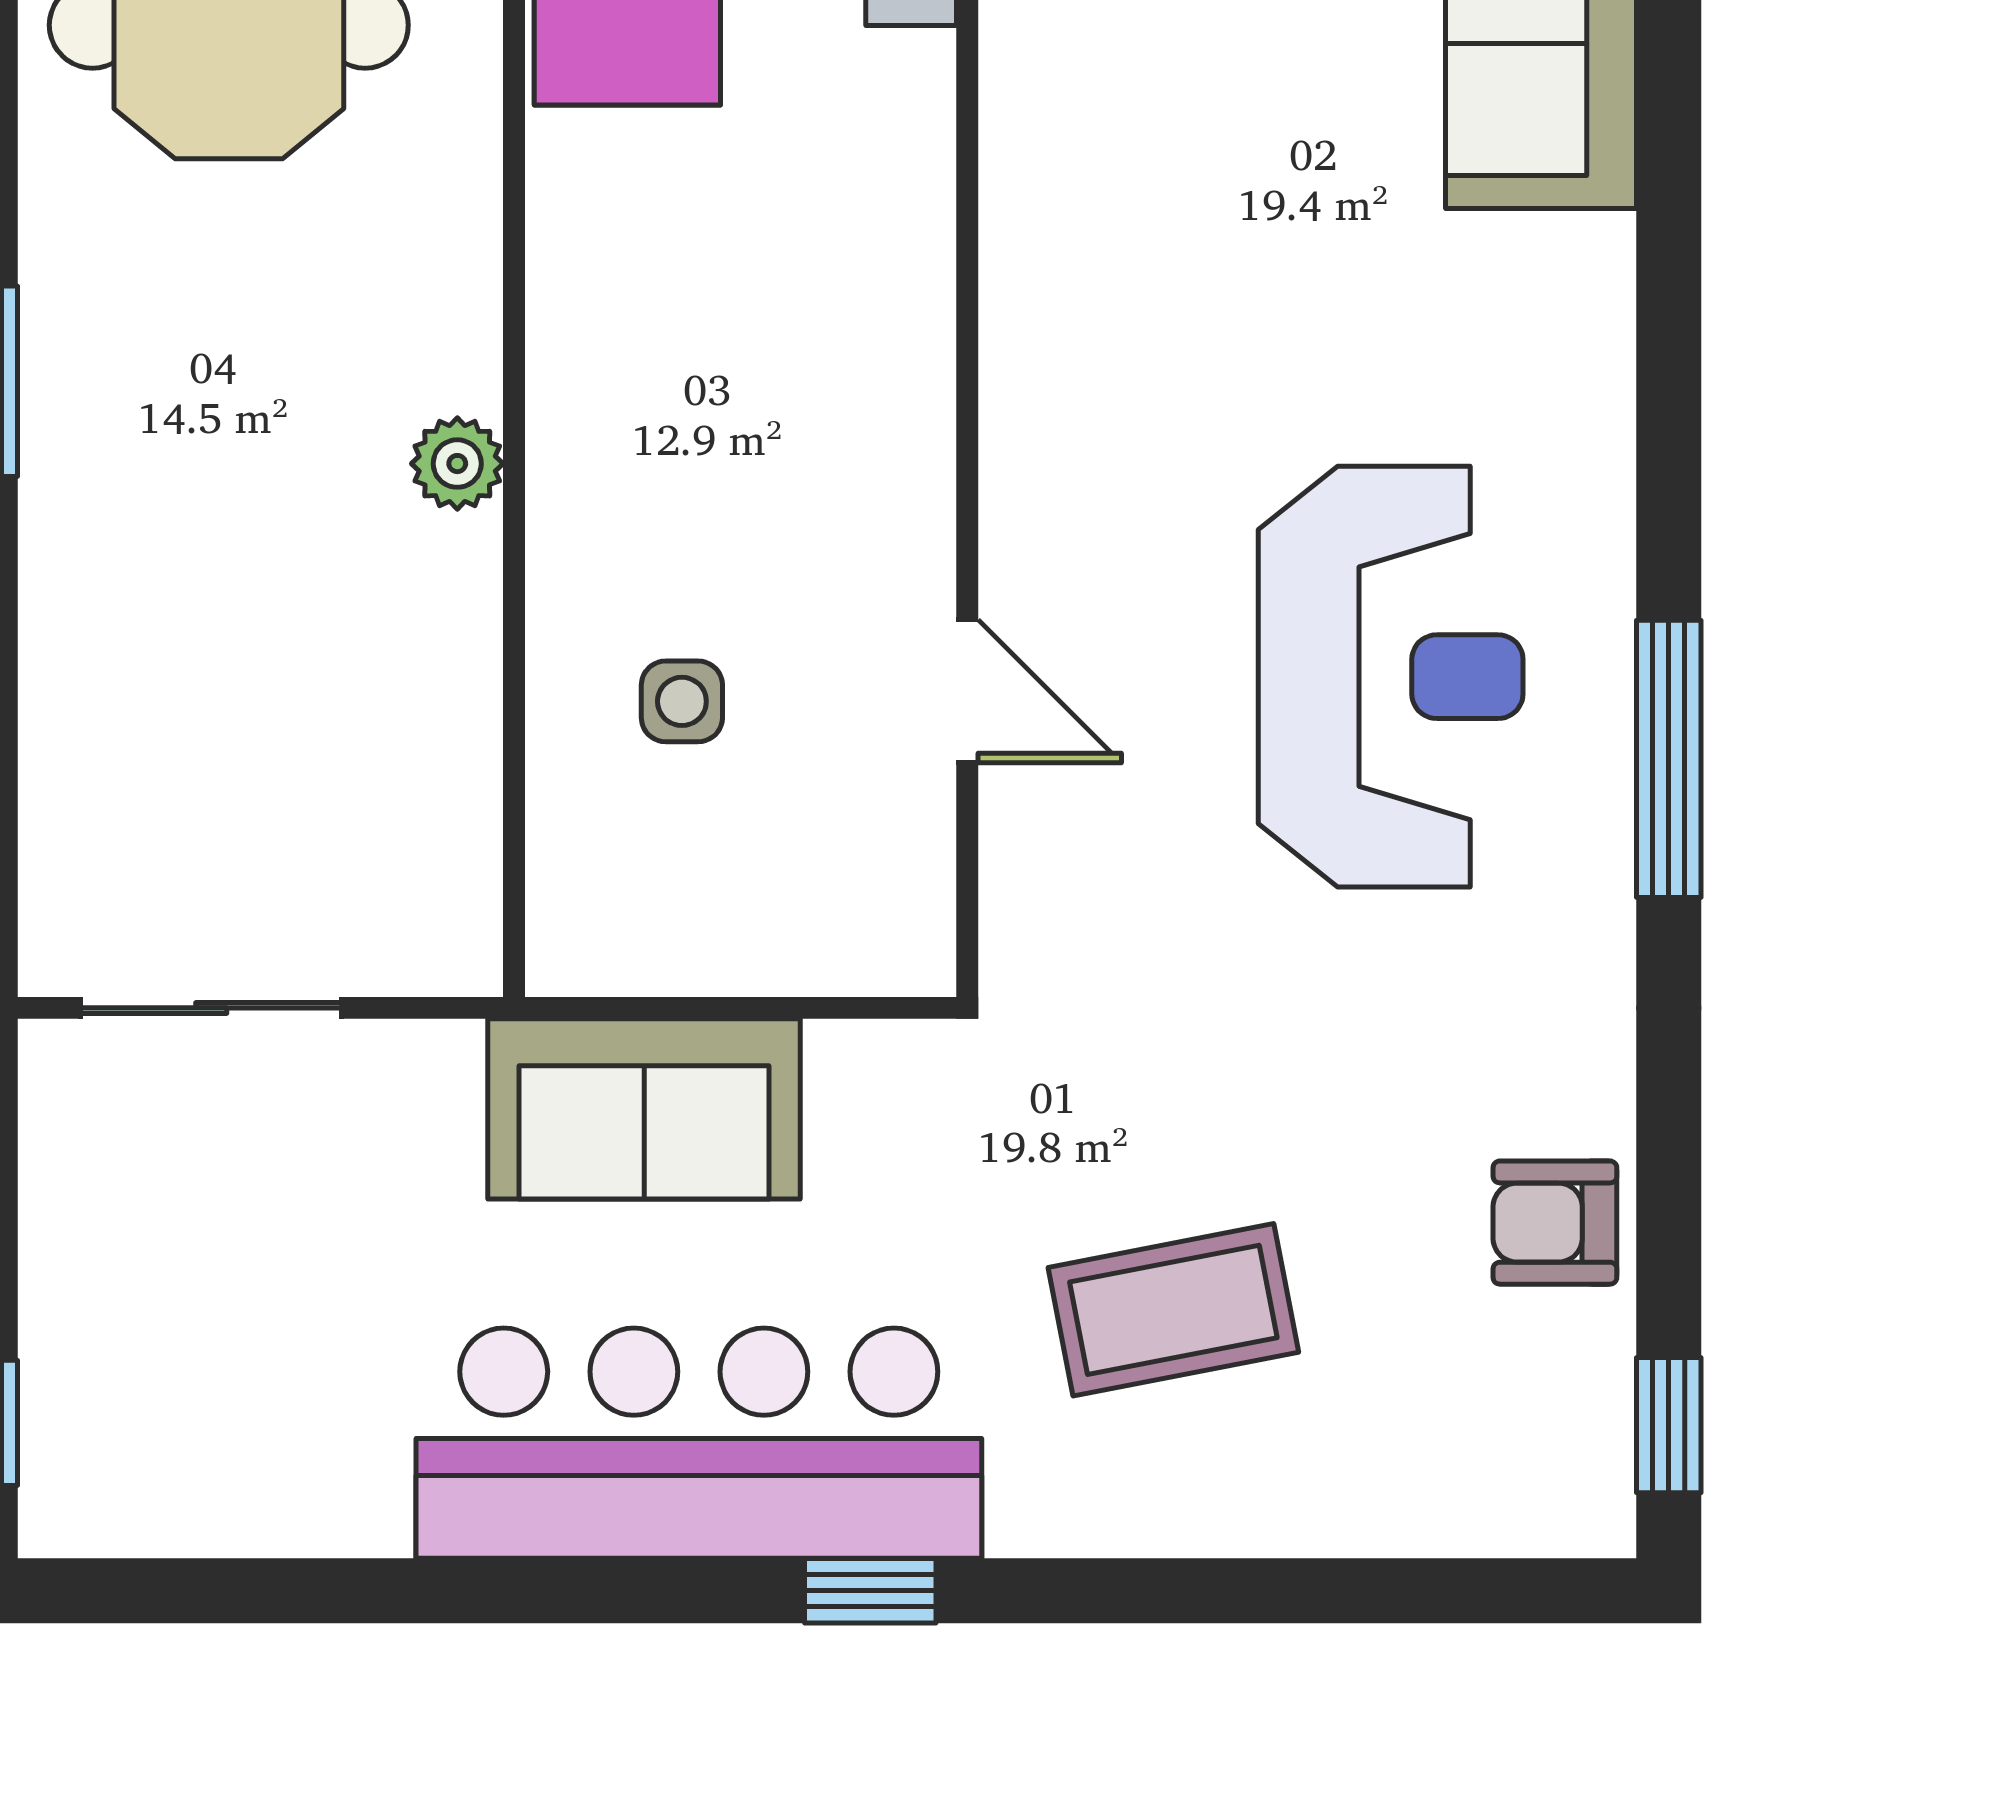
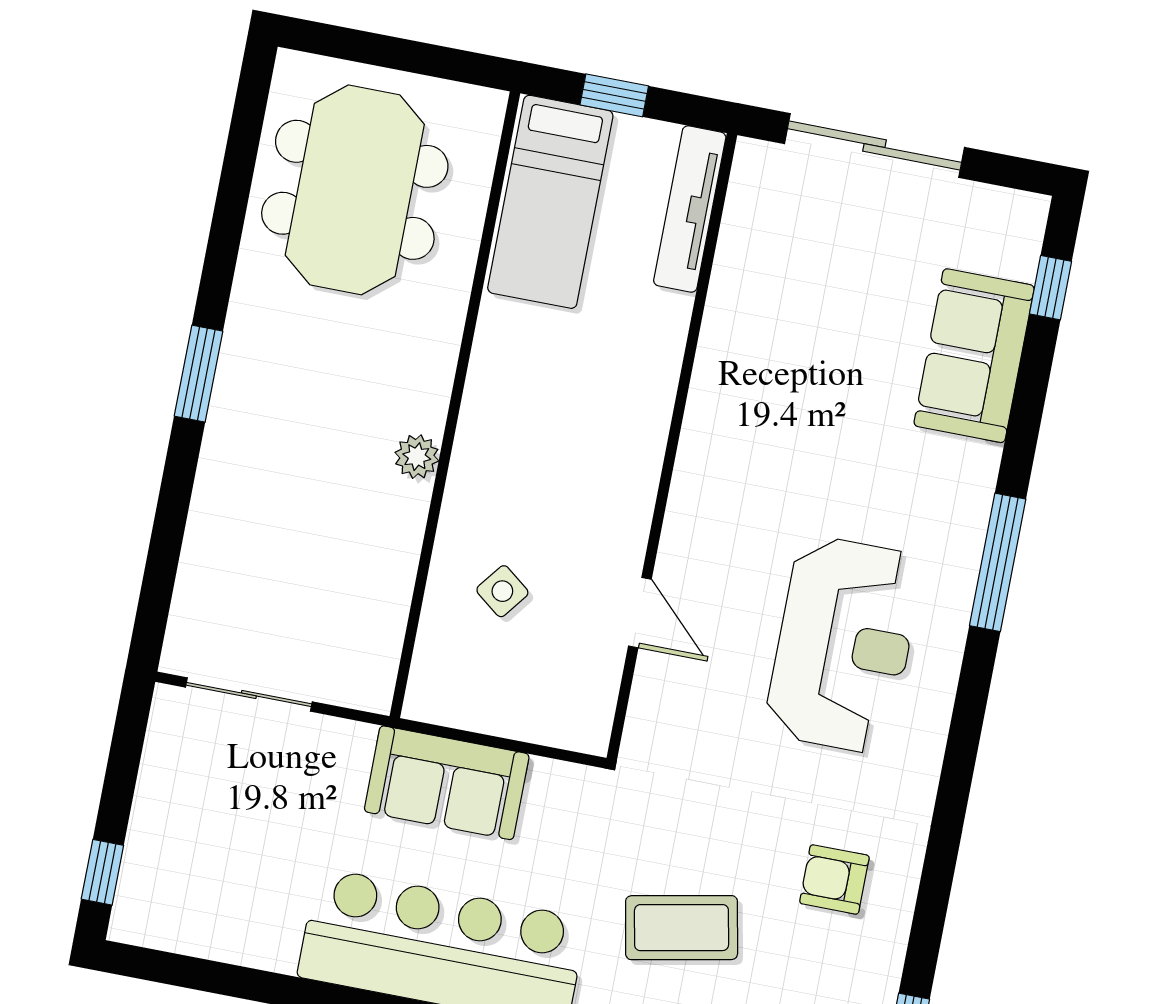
side table: (682, 701) -> (502, 591), turned 38
window: (1669, 759) -> (998, 562), moved
armchair: (1555, 1223) -> (834, 879), moved

